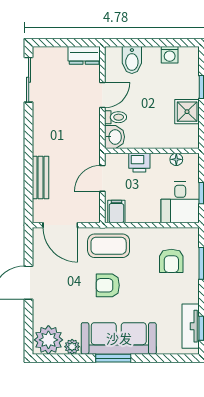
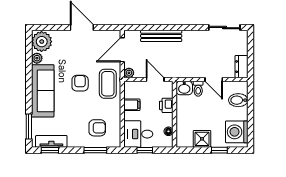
washing machine: (170, 55) -> (237, 132), width x1.89, depth x1.89
bench: (40, 178) -> (161, 36), width x1.36
filing cabinet: (116, 212) -> (132, 105), moved
plant: (93, 216) -> (129, 73), added
armchair: (171, 261) -> (97, 128), turned 180
window: (113, 358) -> (29, 126), moved

